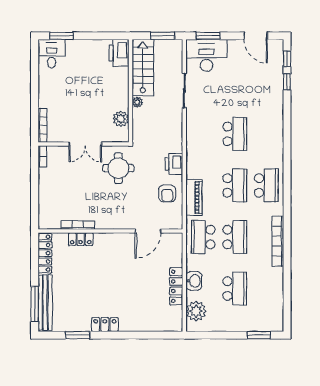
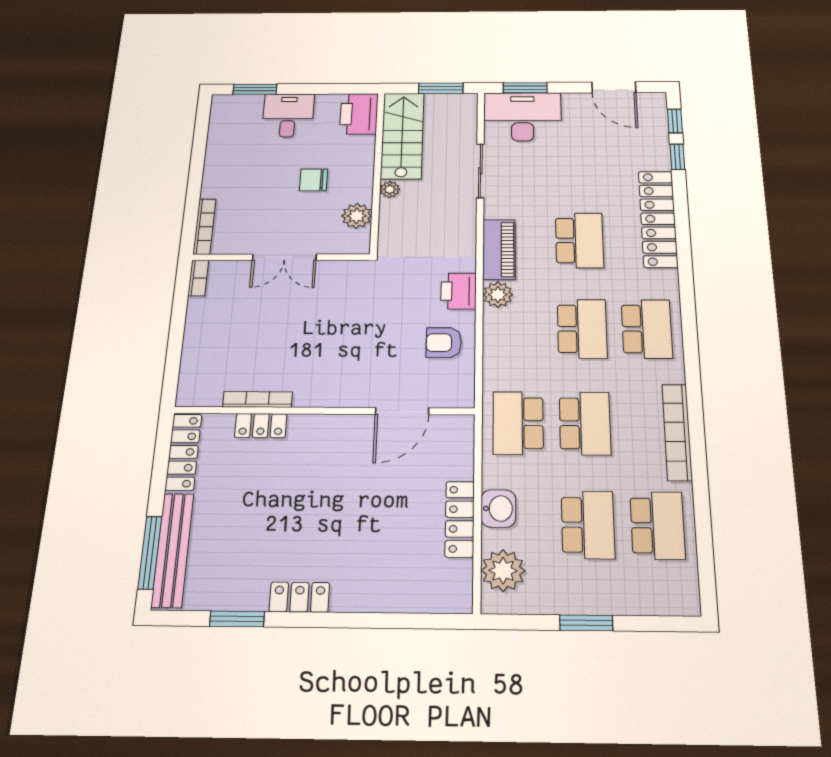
desk: (52, 54) -> (288, 115), moved
chair: (97, 96) -> (314, 180), added
locker: (275, 121) -> (658, 219), added
plant: (193, 166) -> (498, 295), added
round table: (118, 168) -> (347, 298), removed
armchair: (167, 193) -> (444, 343), turned 90
piano: (194, 197) -> (499, 249), moved
school desk: (266, 289) -> (657, 525), added
window: (259, 335) -> (586, 623), moved

